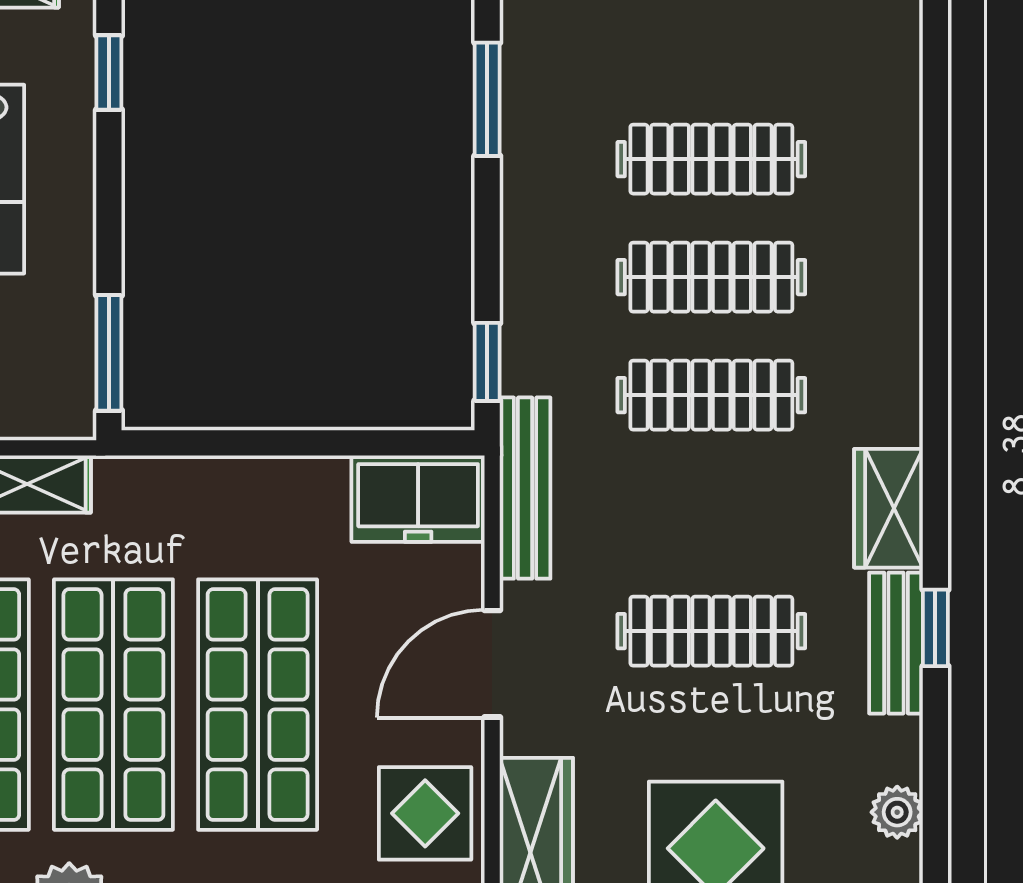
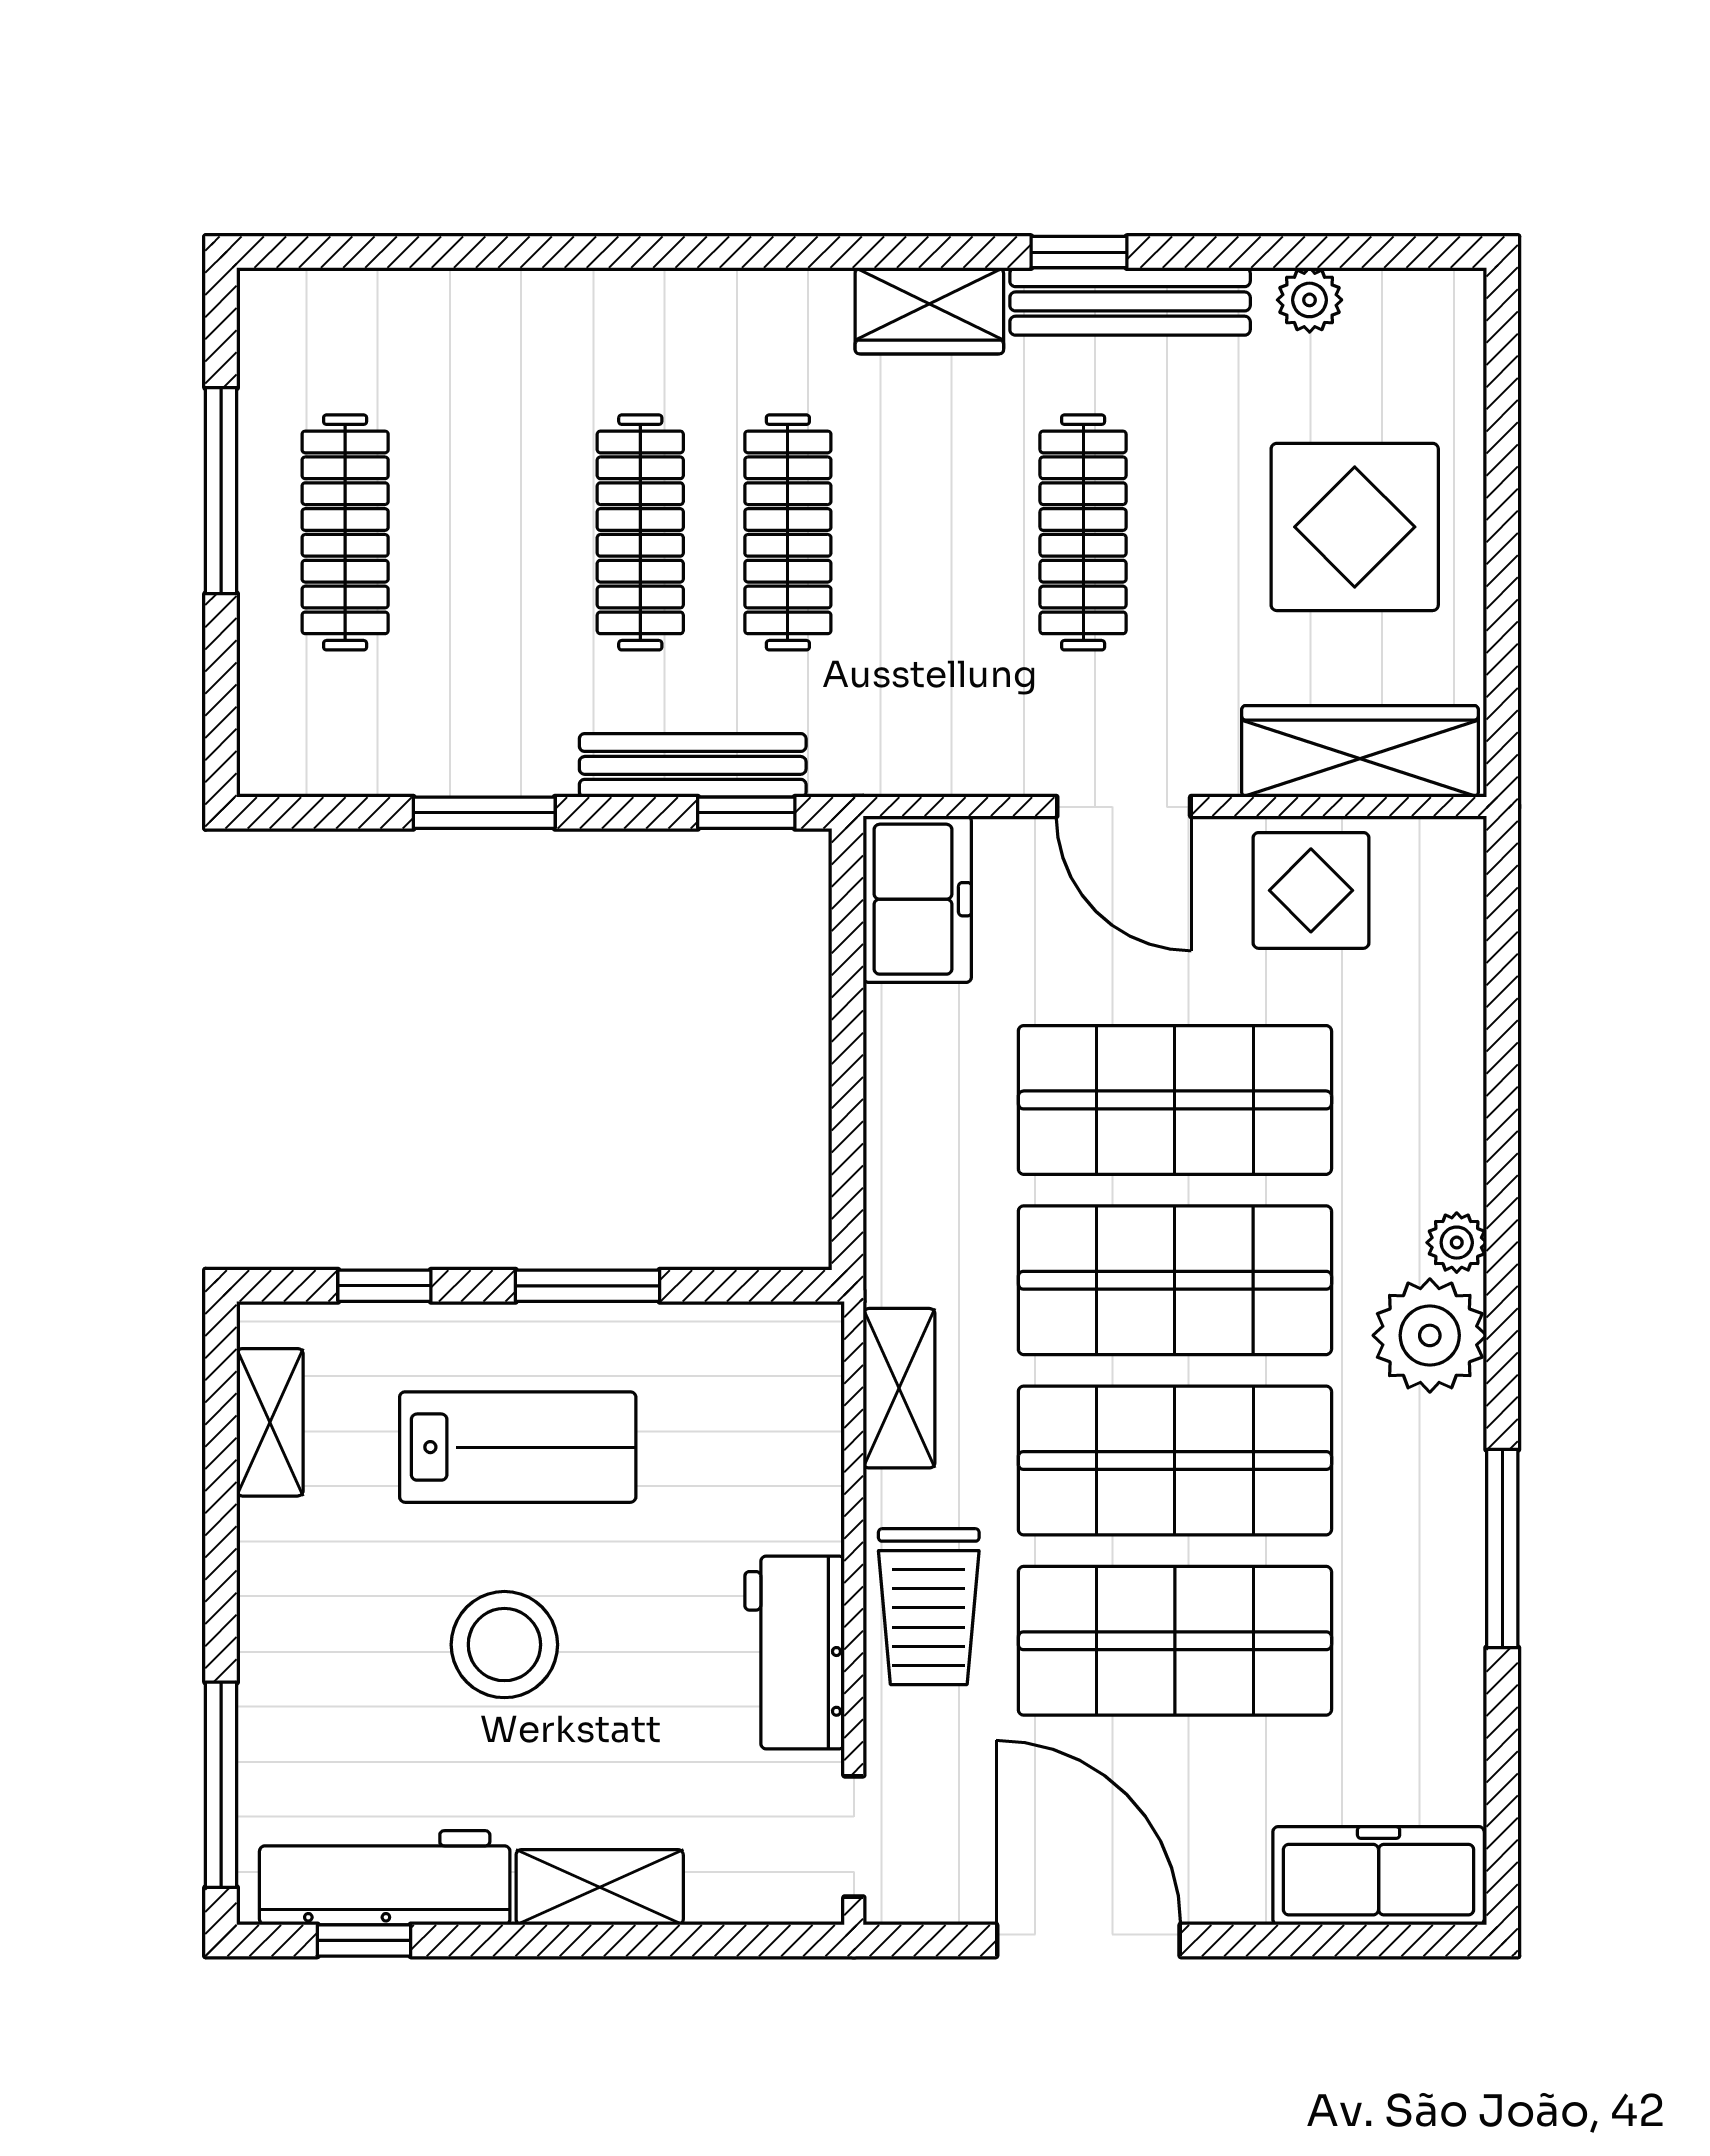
window: (487, 99) -> (484, 813), moved
clothes rail: (711, 159) -> (345, 532), moved
window: (109, 353) -> (588, 1286), moved
bench: (525, 488) -> (693, 765), moved
bench: (896, 643) -> (1130, 301), width x1.36

